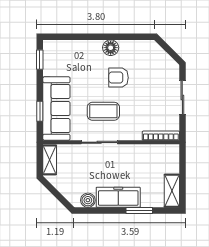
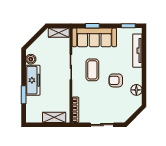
tv unit: (76, 46) -> (137, 51), added
floor lamp: (111, 48) -> (136, 90), moved
armchair: (118, 78) -> (116, 80), turned -90
shelving: (172, 191) -> (54, 117), moved

